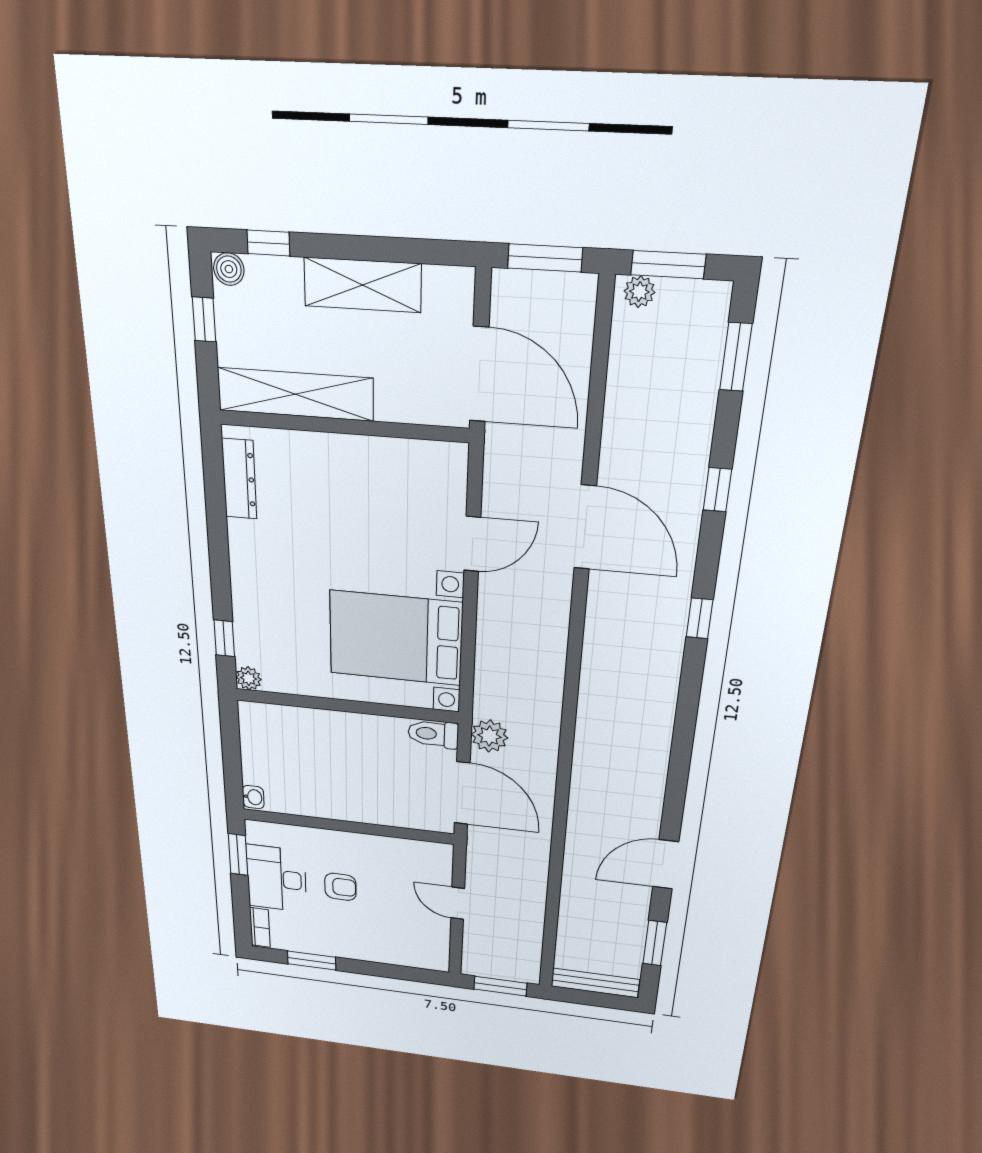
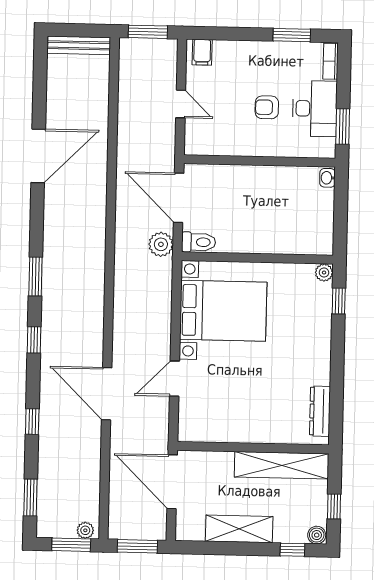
door: (666, 864) -> (38, 156), width x1.36
window: (655, 943) -> (35, 276), moved
filing cabinet: (428, 956) -> (202, 52), added

